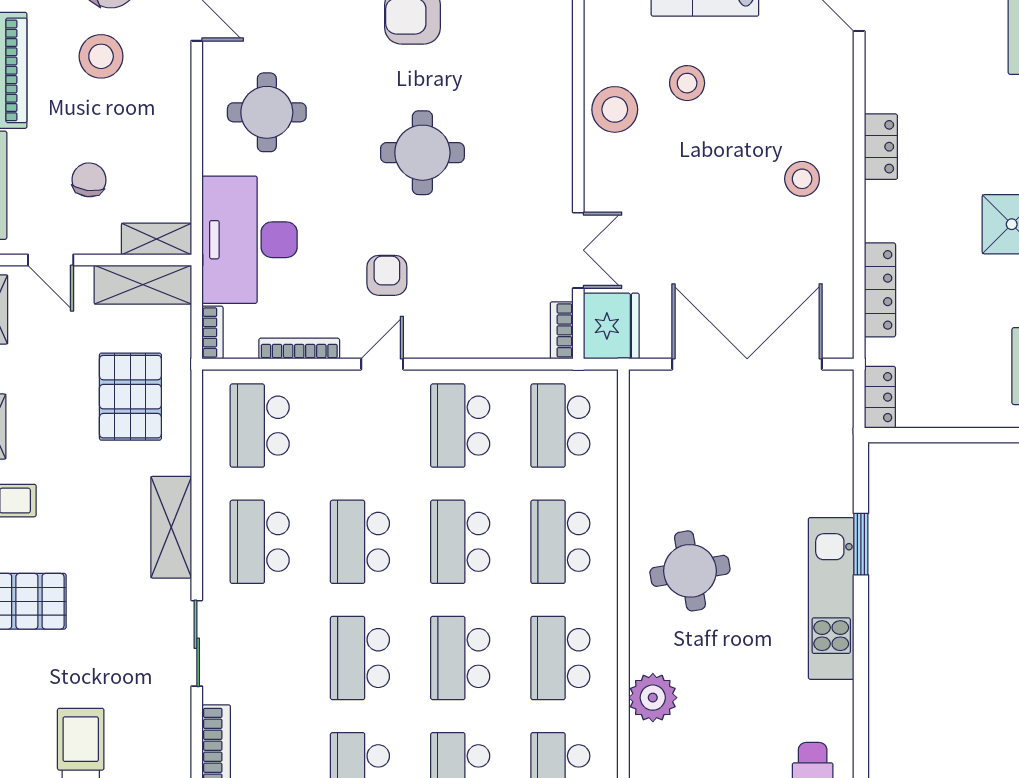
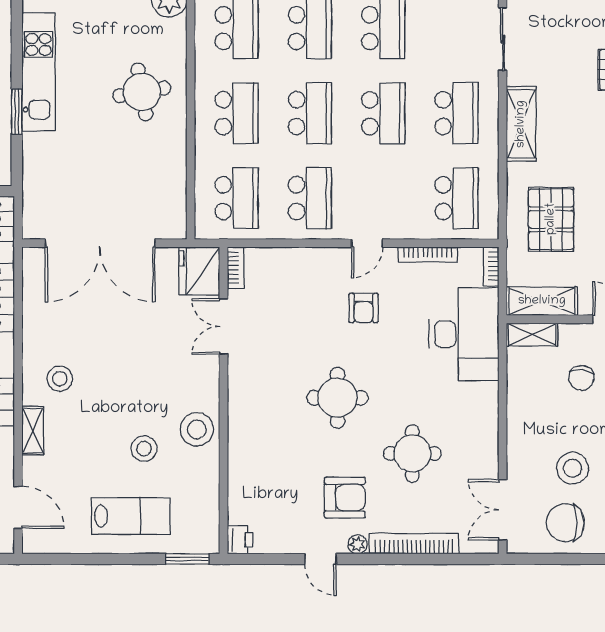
shelving: (839, 108) -> (33, 430), added
round table: (267, 112) -> (412, 453), moved

